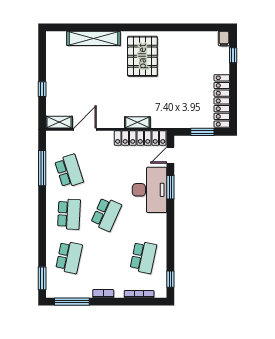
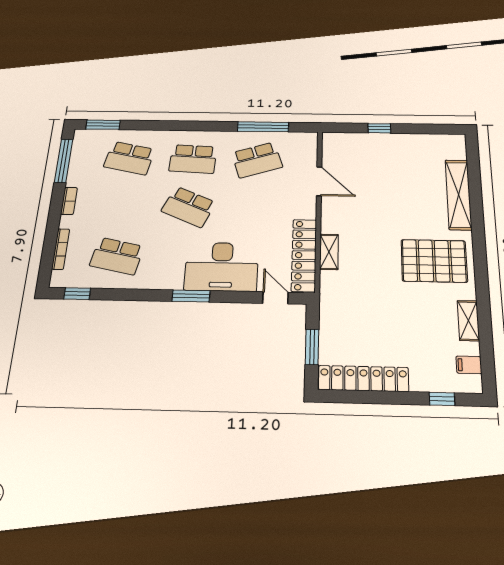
filing cabinet: (224, 38) -> (469, 365), moved
shelving: (59, 122) -> (468, 321), moved
window: (170, 187) -> (191, 296), moved

